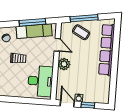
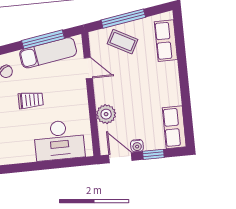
row of seats: (106, 63) -> (174, 127), moved
plant: (64, 64) -> (106, 114), moved
desk: (40, 81) -> (59, 140), moved, turned 90

